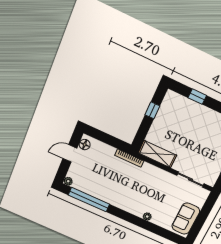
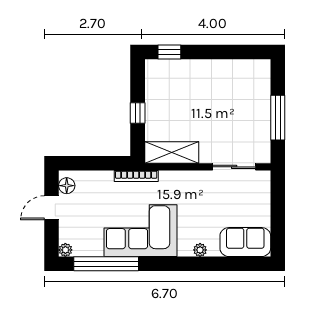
window: (197, 97) -> (169, 52), moved
window: (152, 110) -> (138, 113), moved
corner sofa: (118, 190) -> (141, 231), added
sofa: (186, 219) -> (245, 242), moved, turned 90

